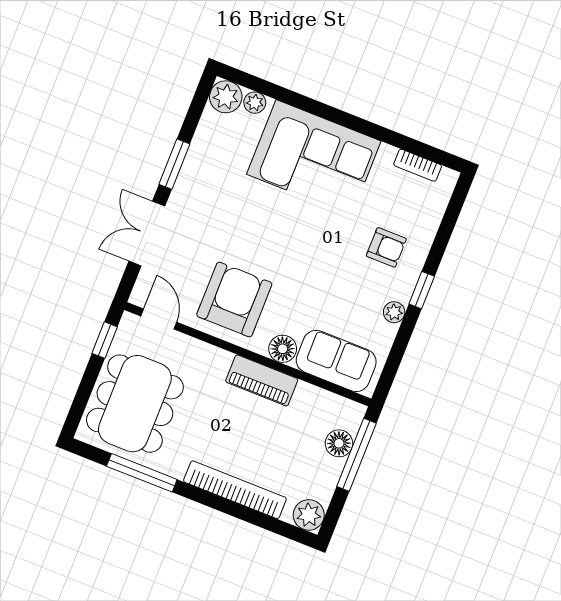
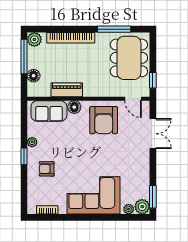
window: (174, 164) -> (153, 197), moved
piano: (262, 380) -> (67, 90), moved
window: (356, 455) -> (24, 56), moved

